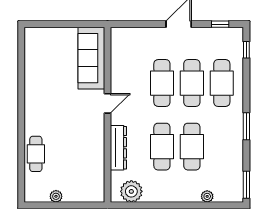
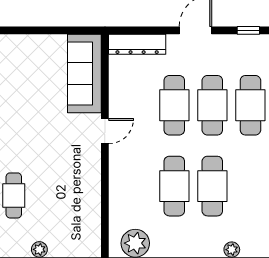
dresser: (118, 148) -> (137, 44), moved, turned 90

